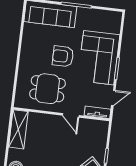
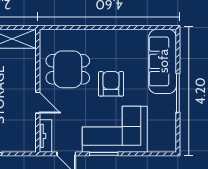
dining table: (47, 89) -> (68, 69), turned 90
door: (71, 115) -> (38, 103), swing flipped

